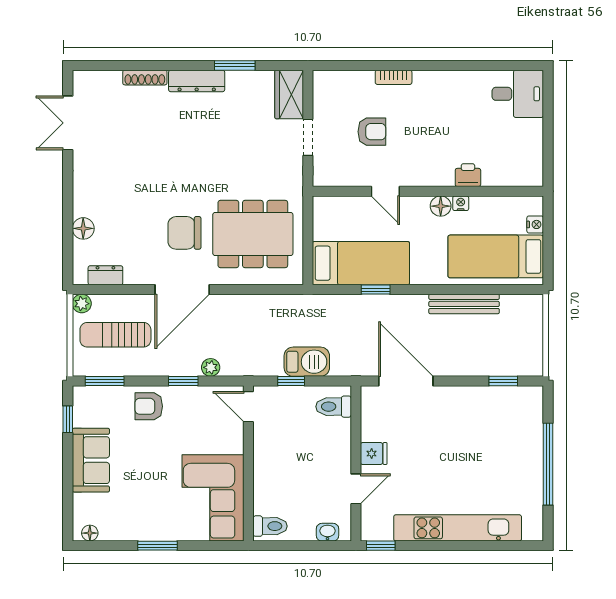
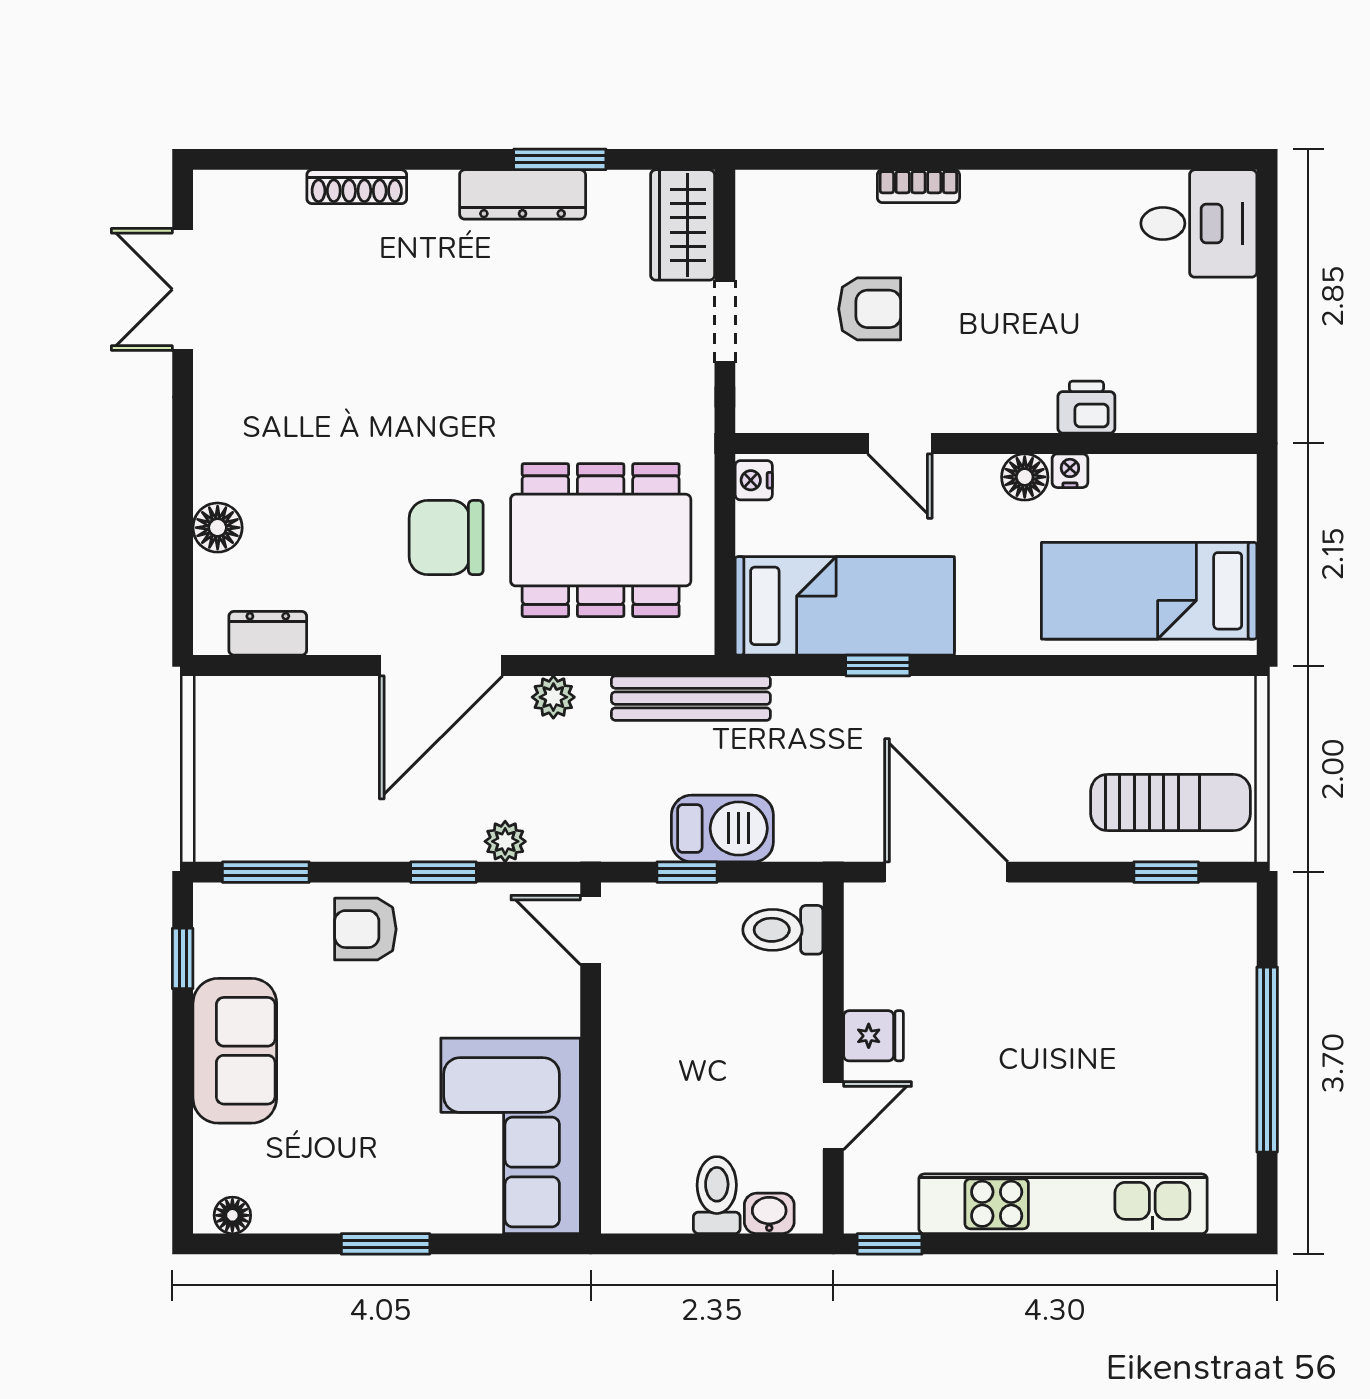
dresser: (197, 81) -> (523, 194), moved
nightstand: (535, 224) -> (754, 480), moved, turned 180
plant: (82, 304) -> (553, 697), moved
bench: (464, 304) -> (691, 698), moved
sun lounger: (115, 335) -> (1171, 802), moved, turned 180
toilet: (270, 526) -> (717, 1195), moved, turned -90

